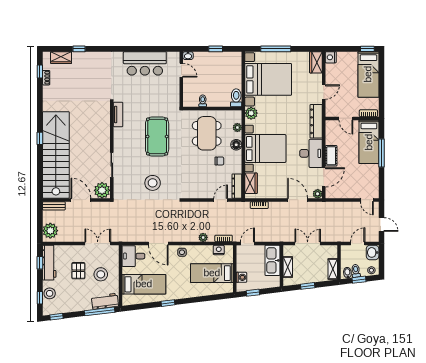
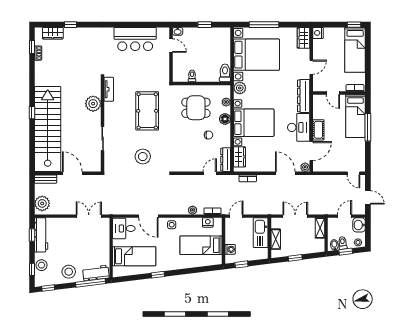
dining table: (207, 133) -> (196, 108), width x0.73
plant: (102, 190) -> (93, 104), moved
shelving: (333, 269) -> (320, 228), moved
pallet: (78, 271) -> (70, 243), removed
stool: (101, 274) -> (69, 272), moved

